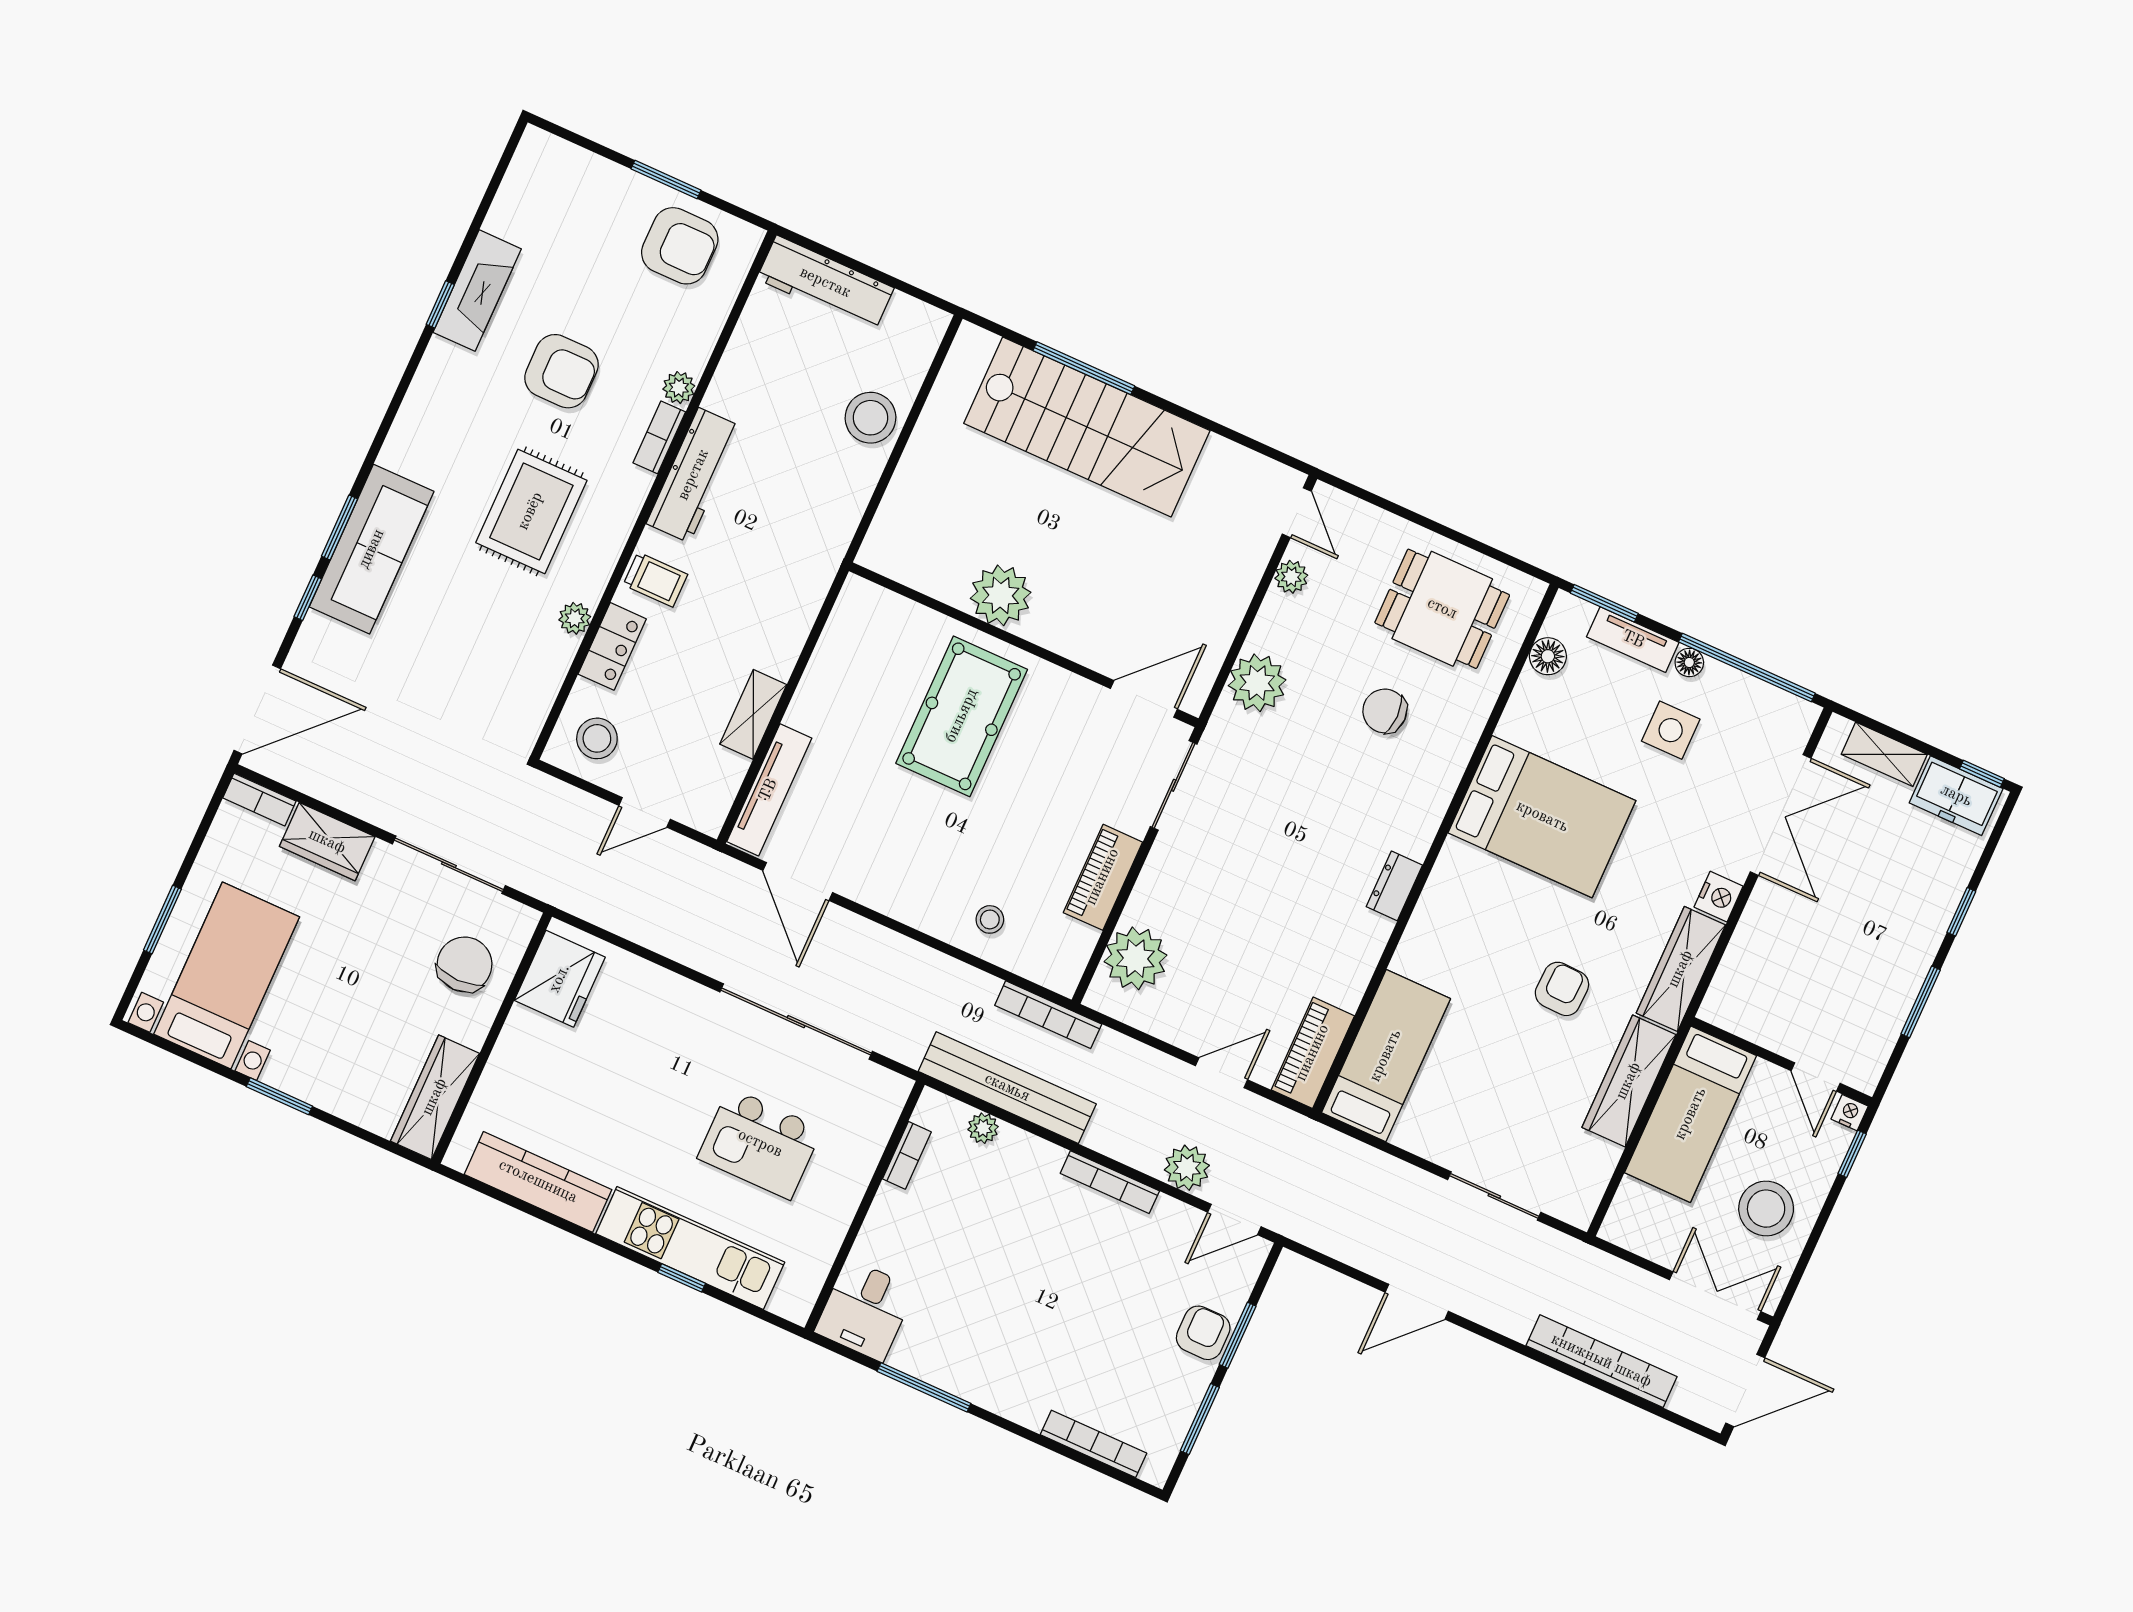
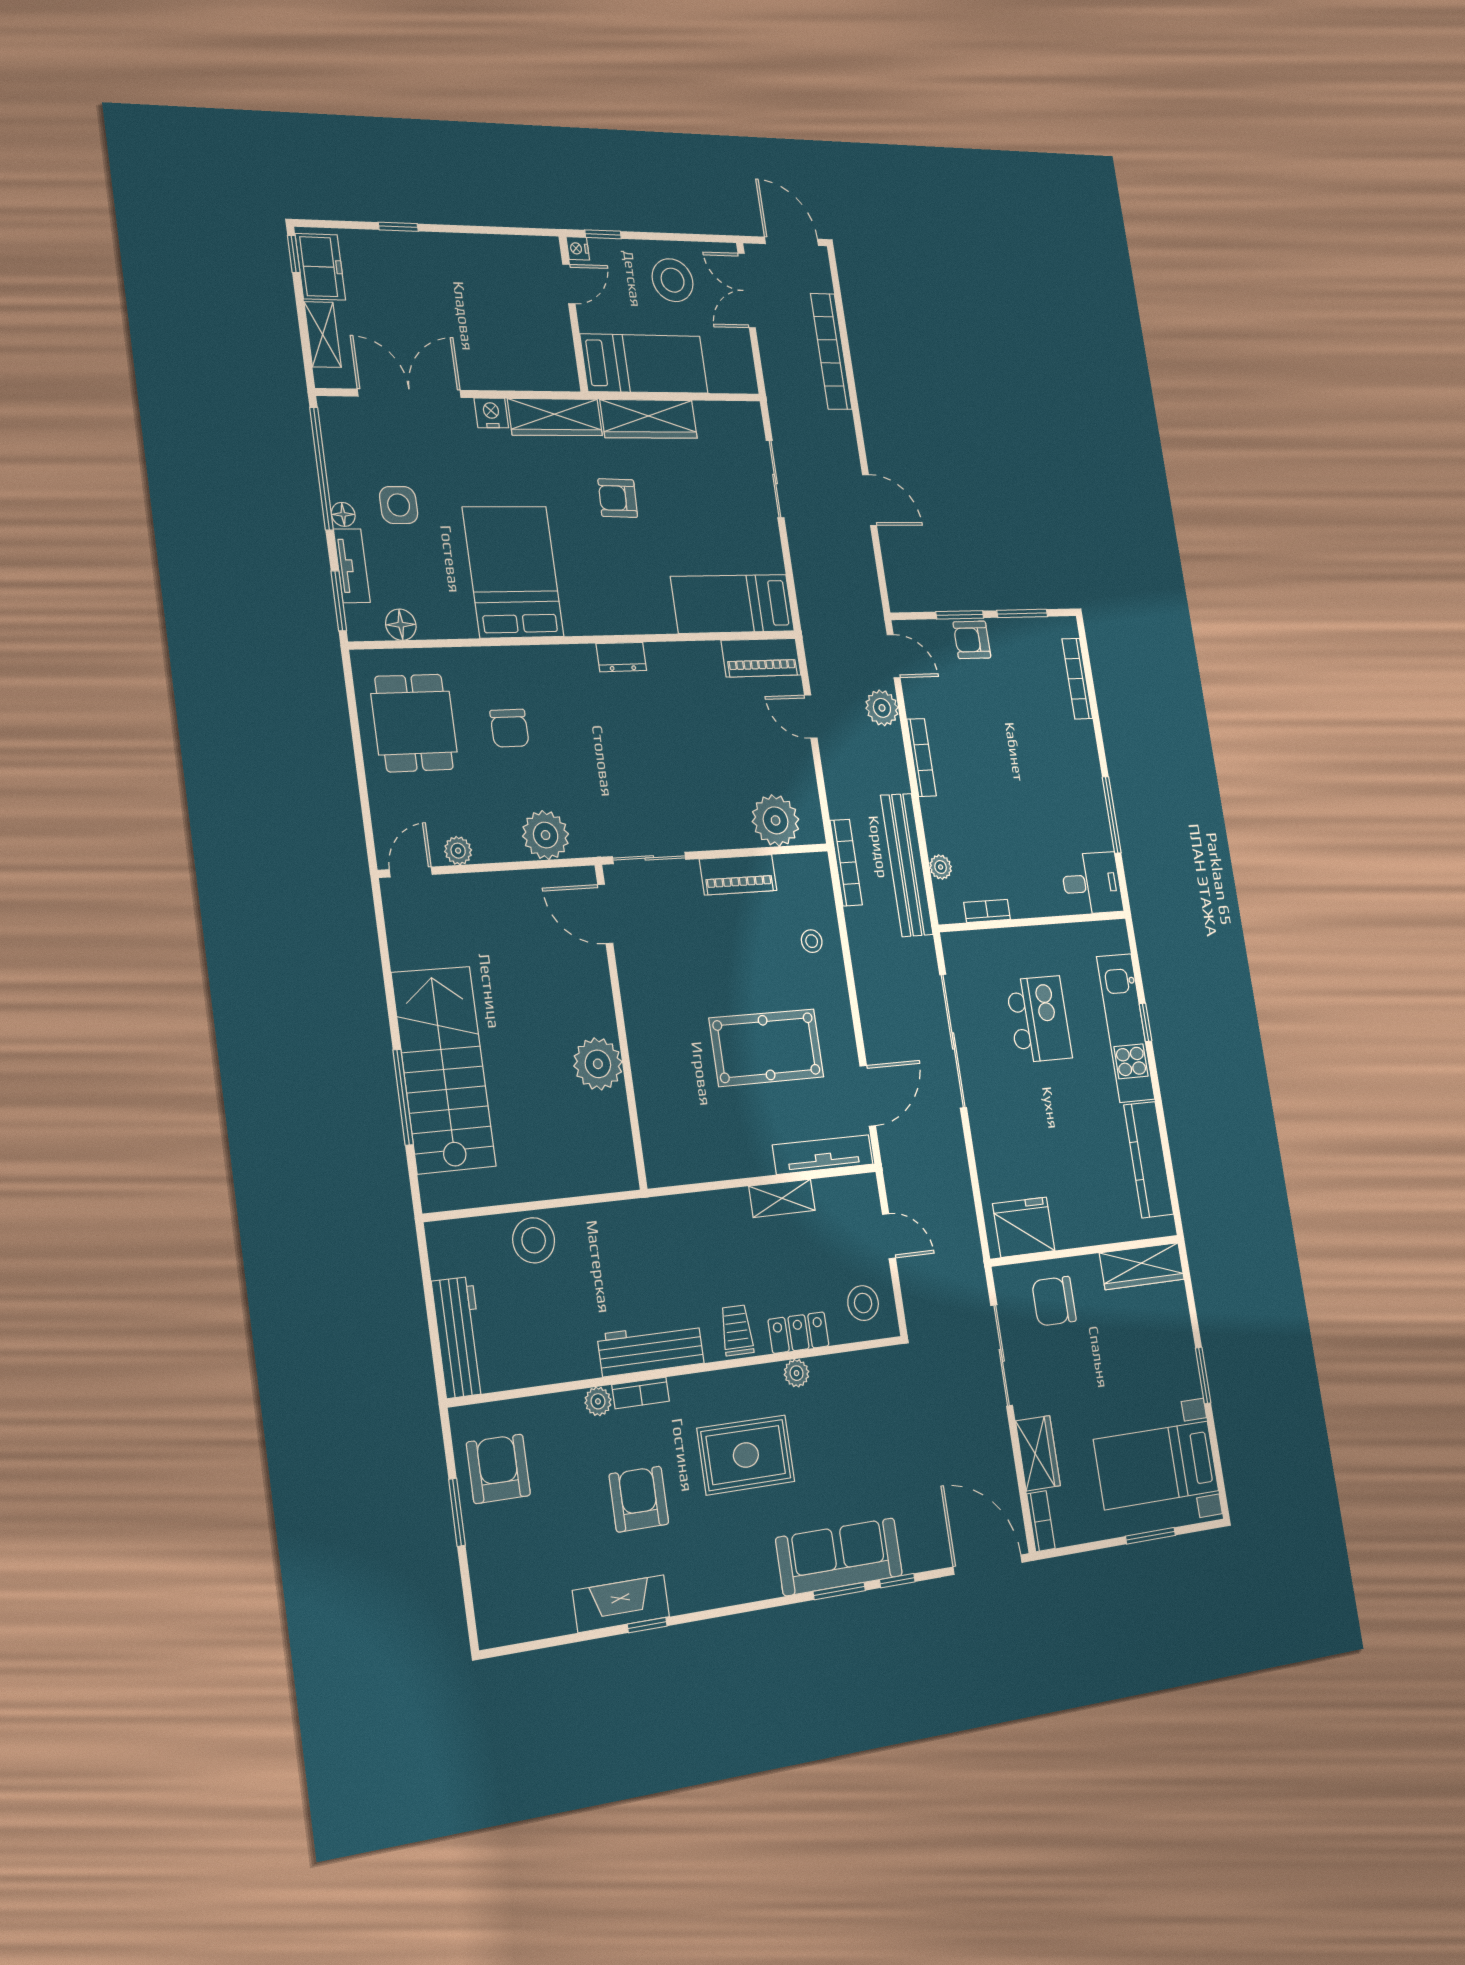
pool table: (962, 716) -> (767, 1048), moved
window: (1921, 1002) -> (476, 230), removed

